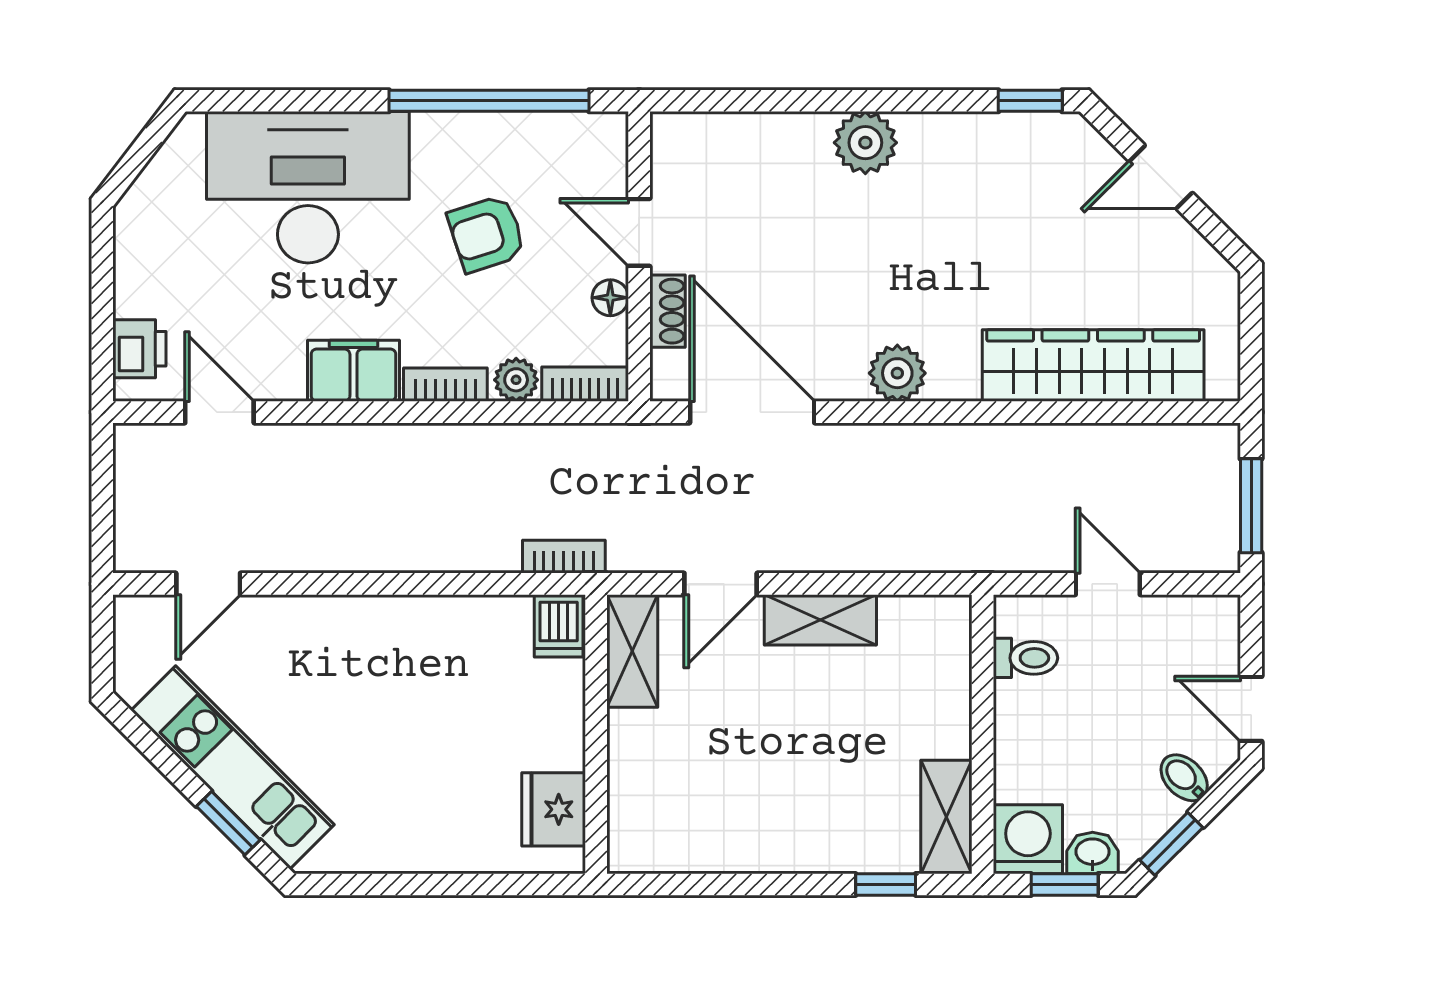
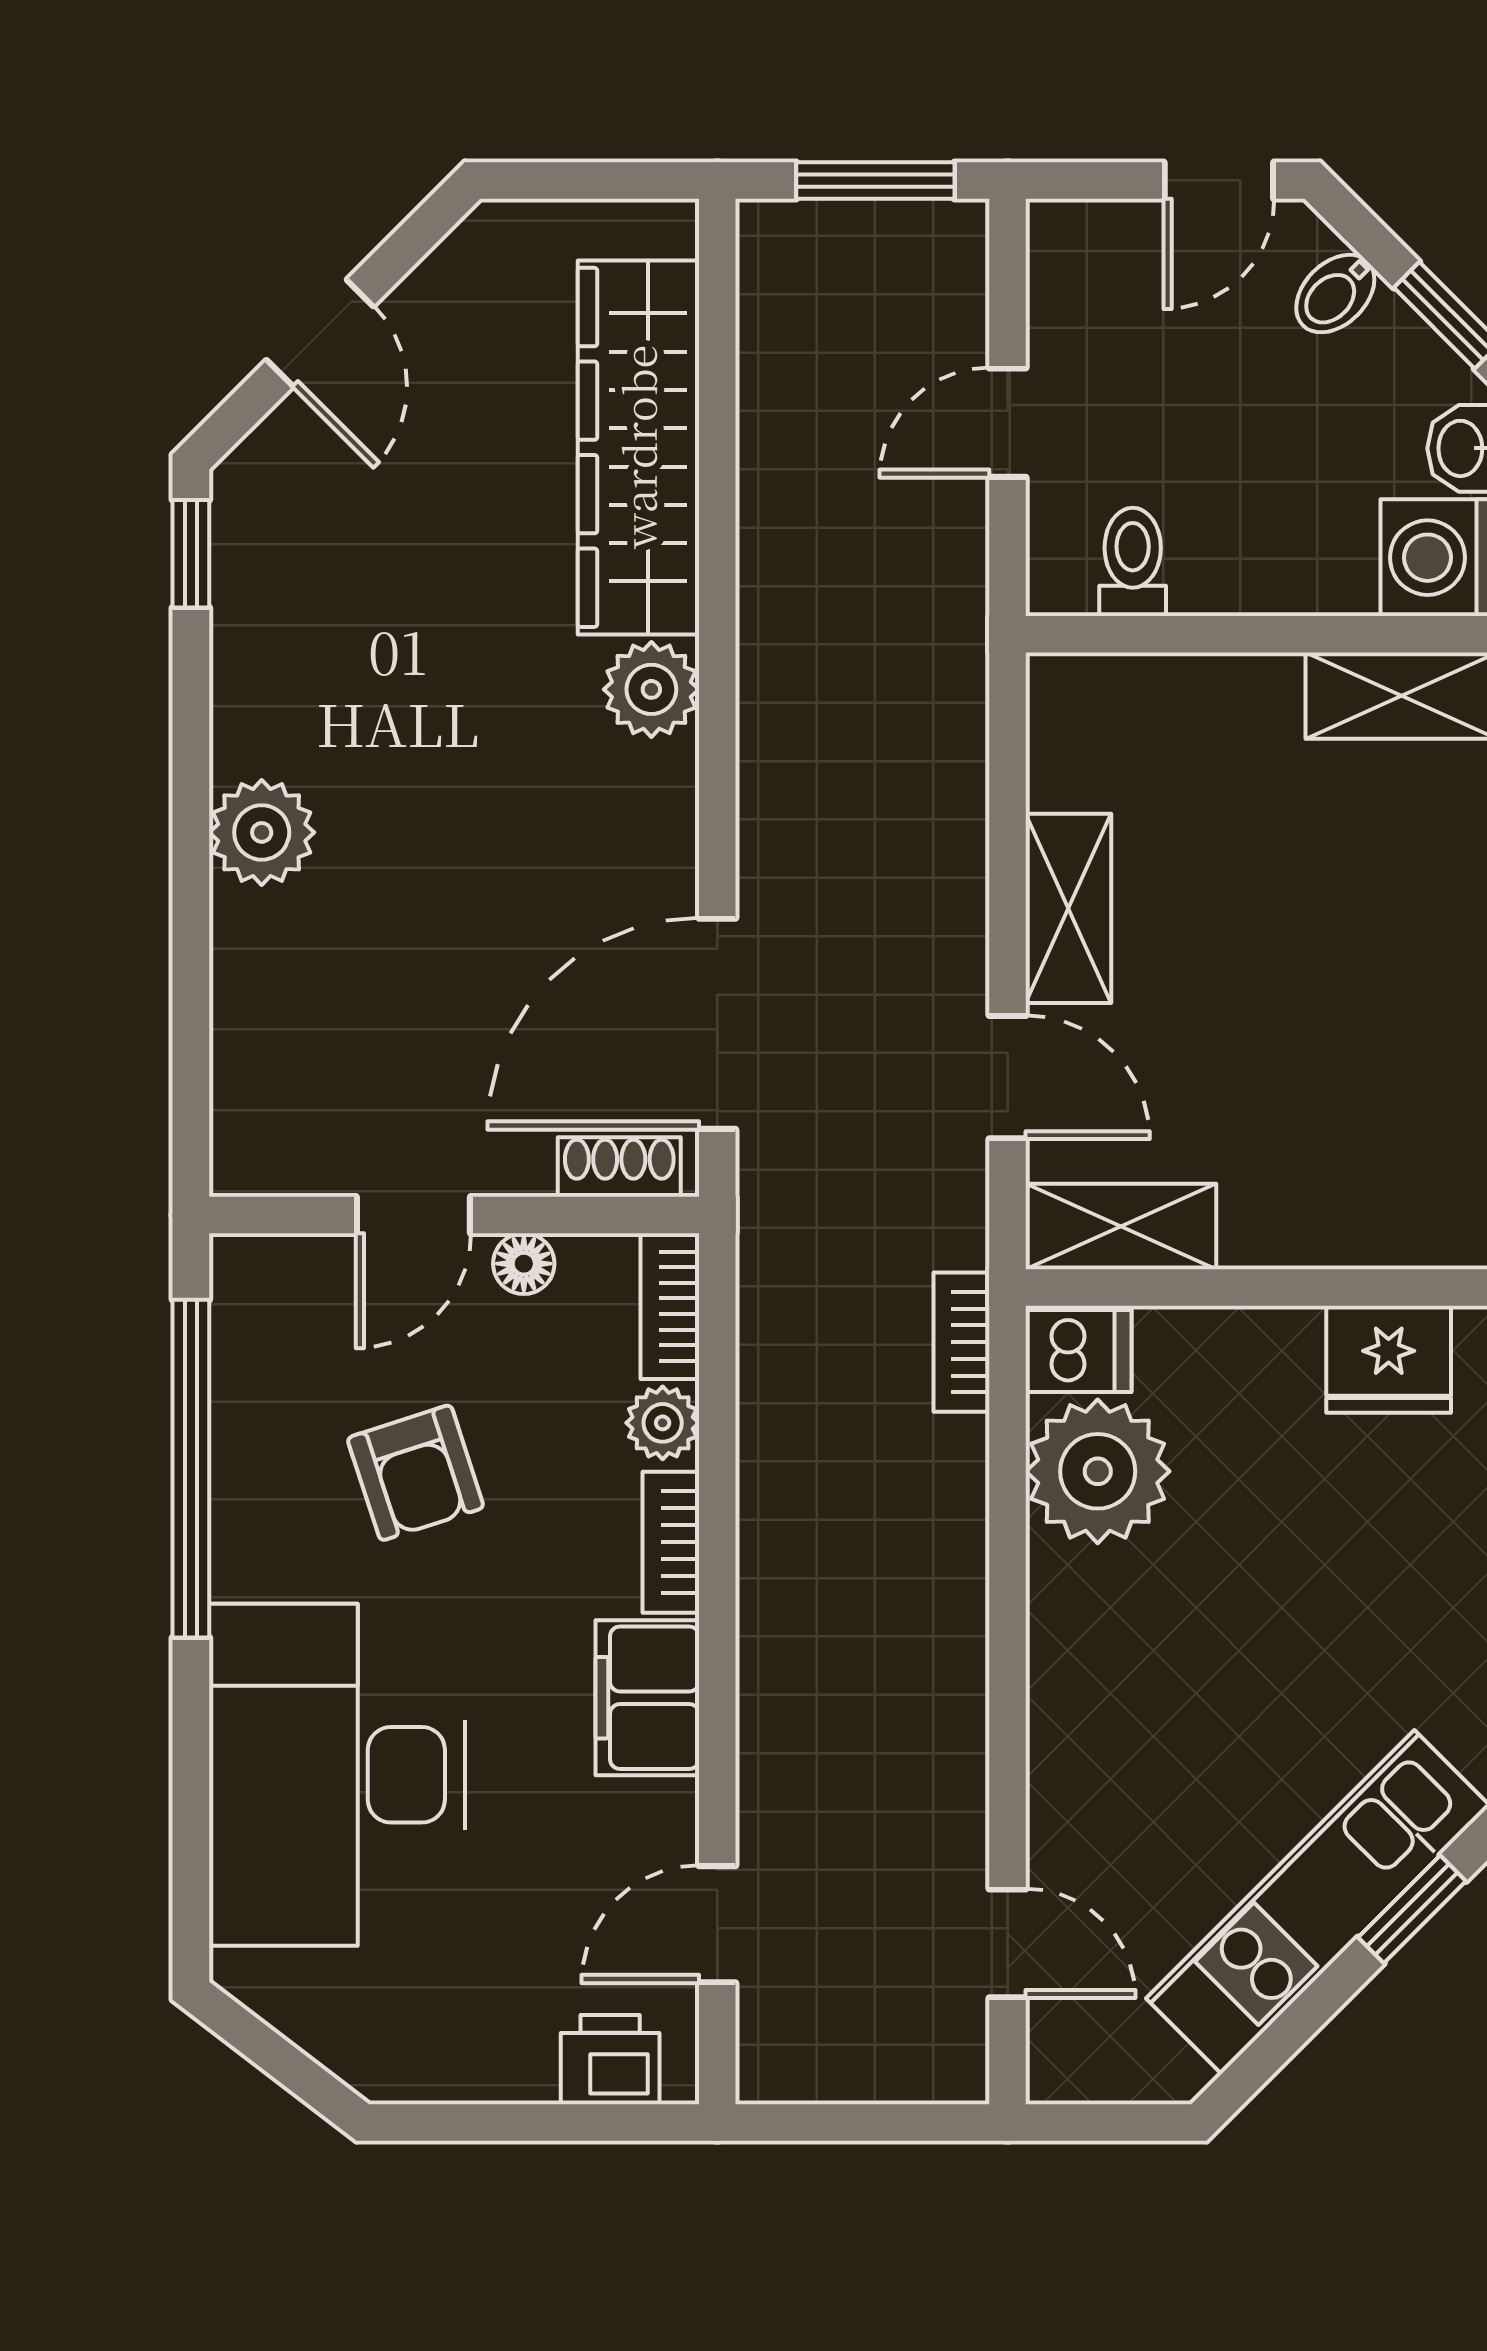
shoe rack: (667, 311) -> (619, 1167), moved
plant: (897, 373) -> (651, 689), moved
plant: (487, 637) -> (1098, 1471), added

